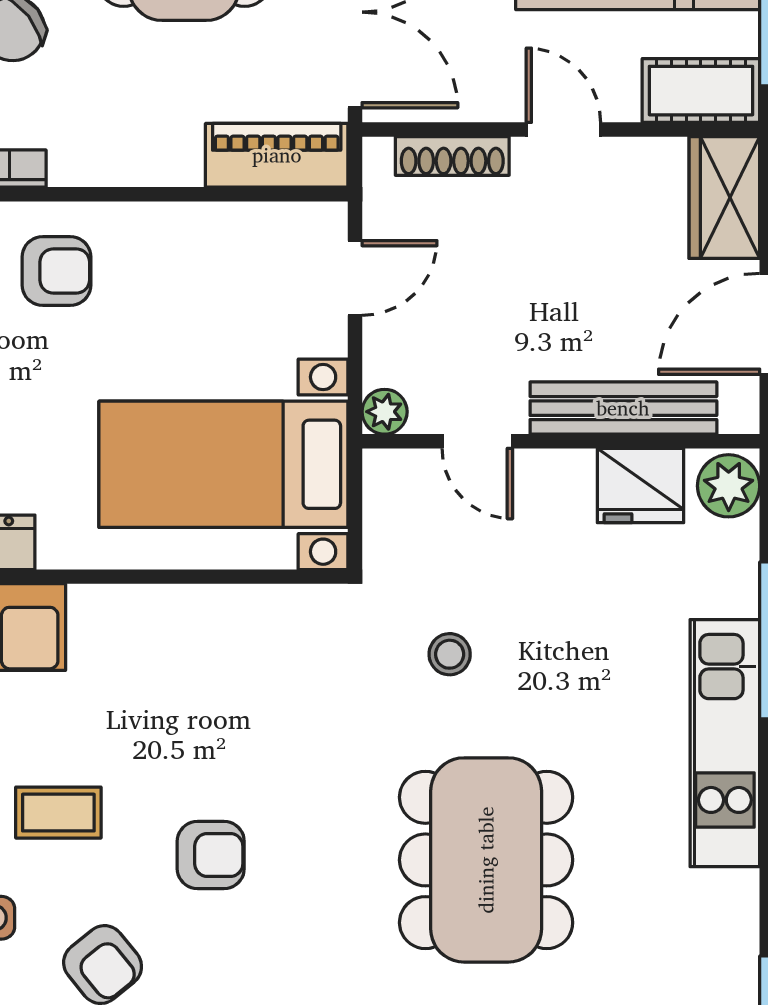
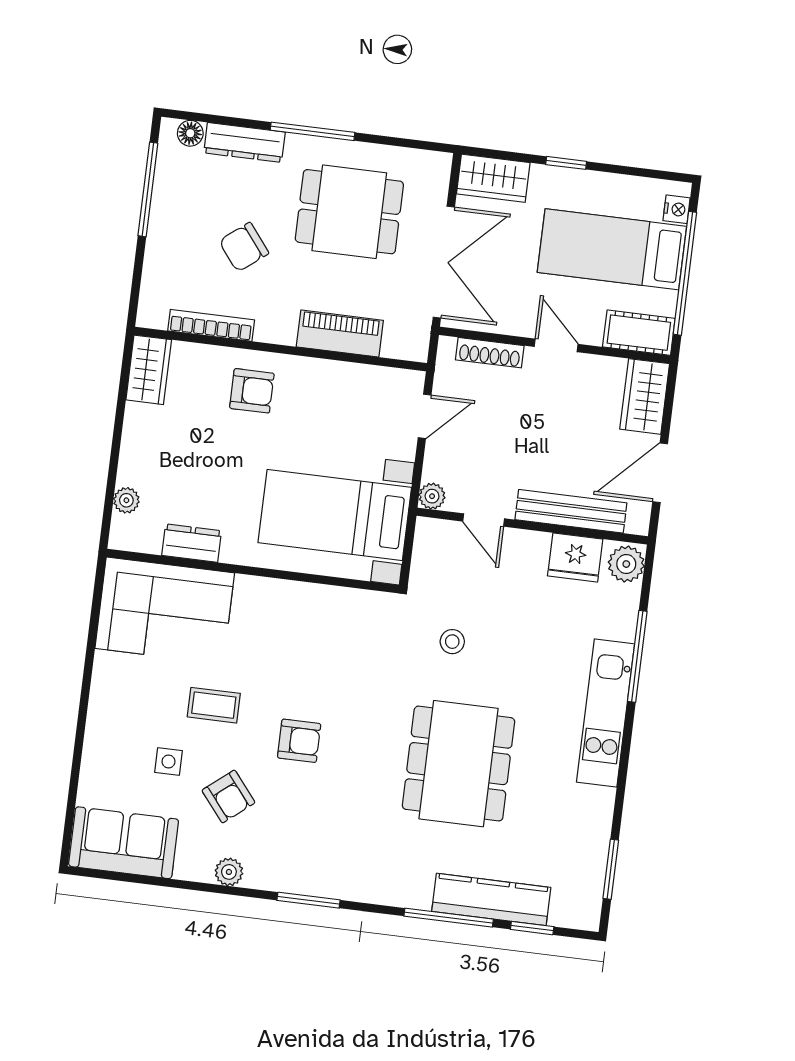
piano: (277, 155) -> (340, 334), moved

